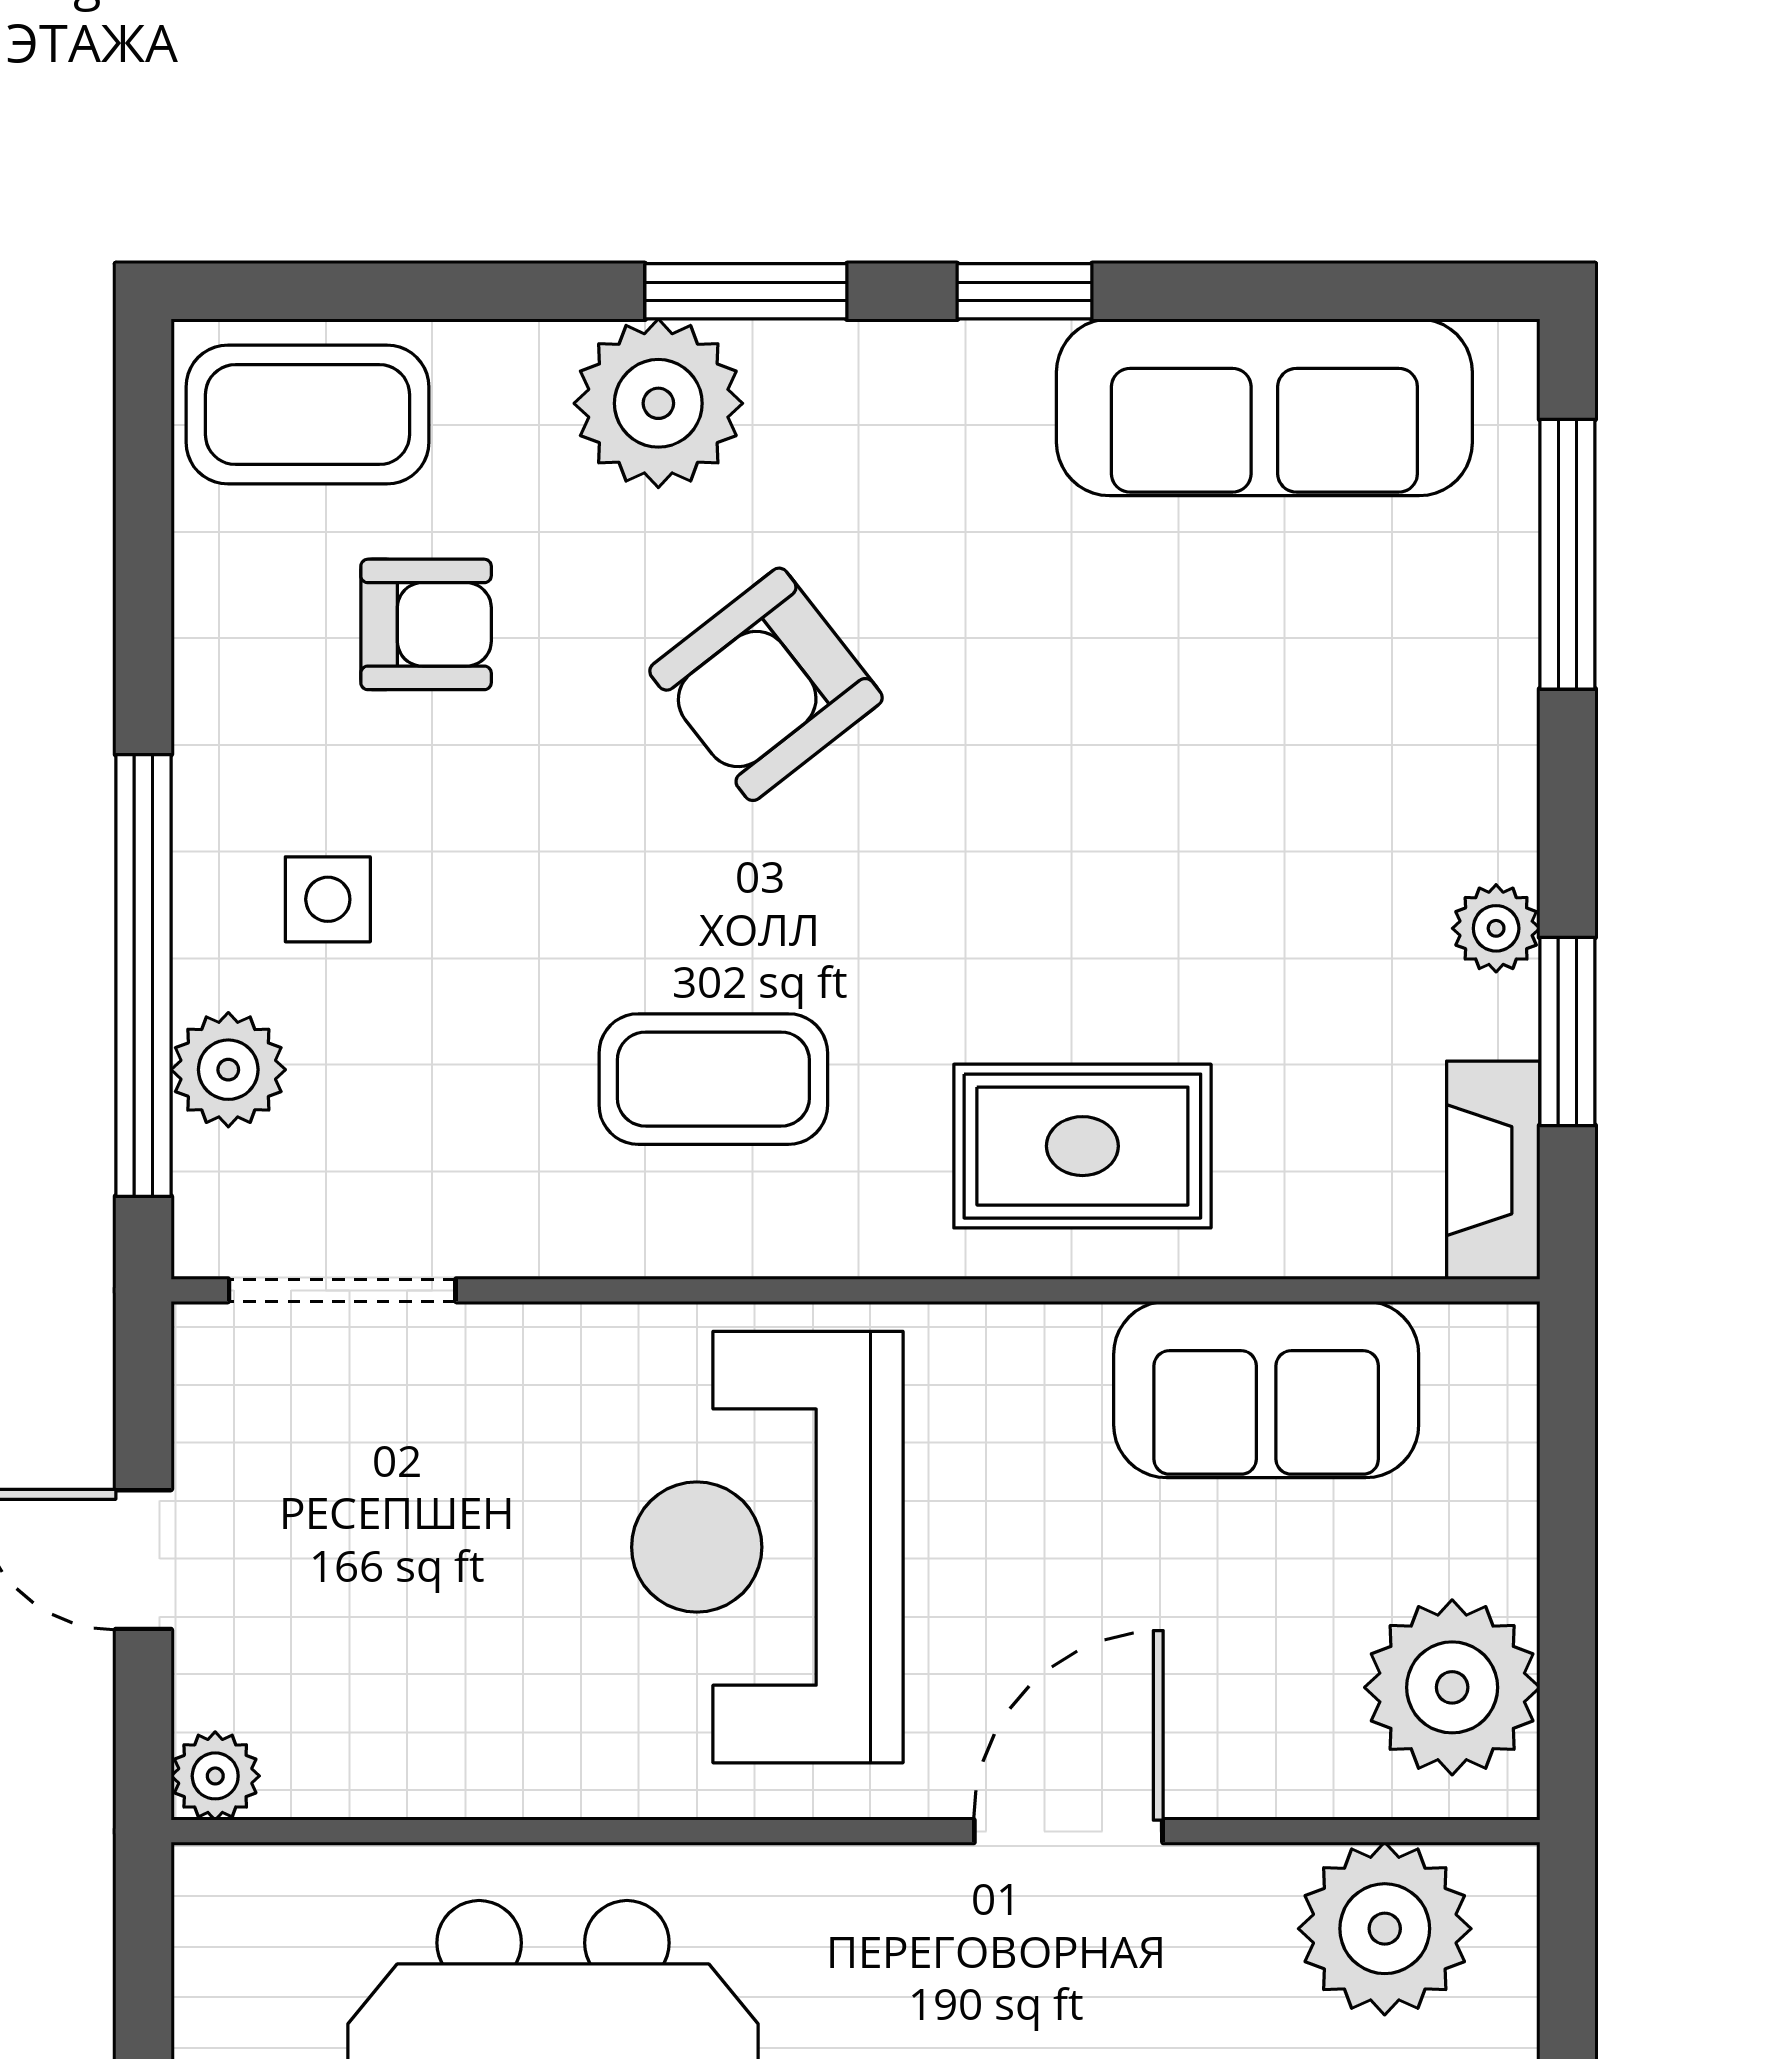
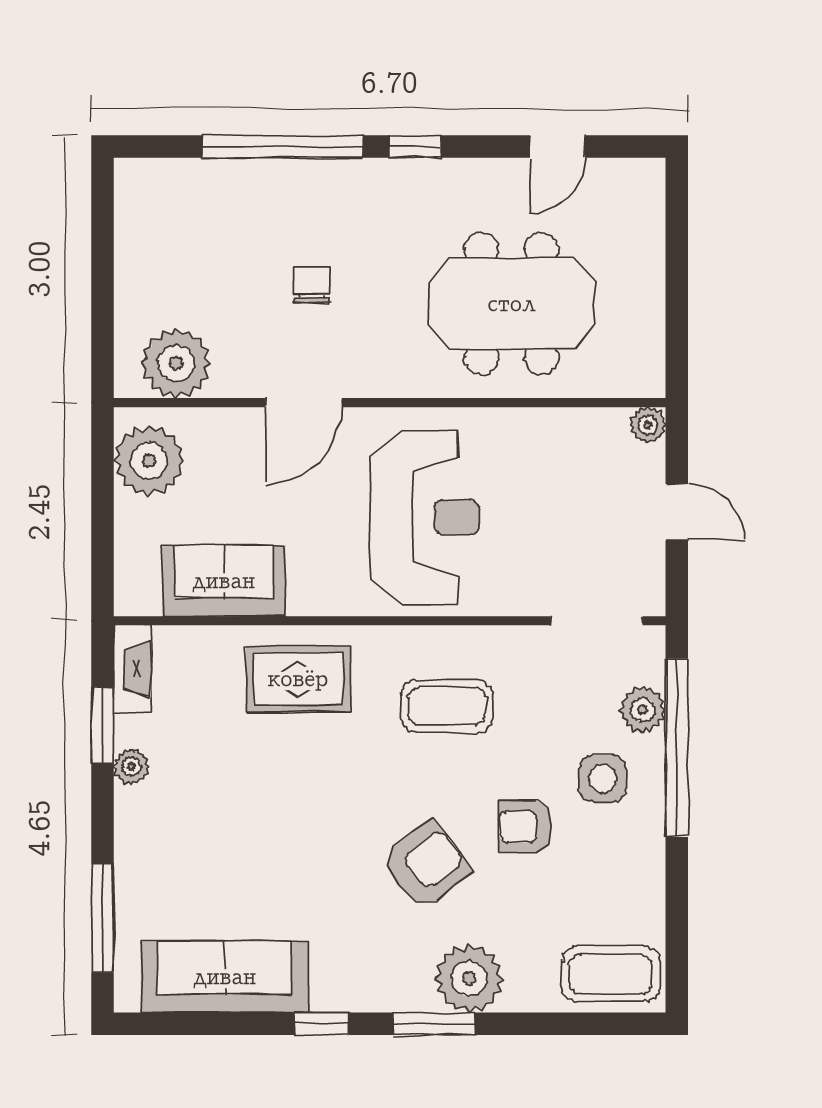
armchair: (426, 624) -> (525, 827), moved
side table: (328, 899) -> (602, 778), width x1.37, depth x1.37

